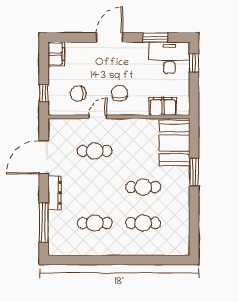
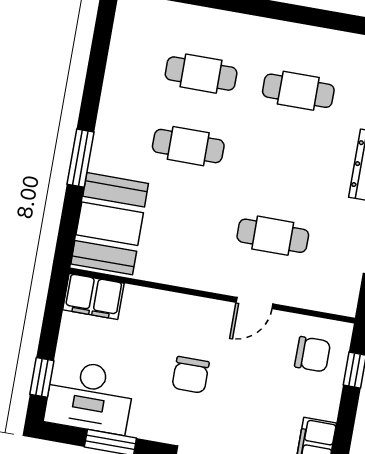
chair: (120, 93) -> (191, 375), moved
chair: (78, 94) -> (313, 354), moved
filing cabinet: (163, 106) -> (93, 297), moved

